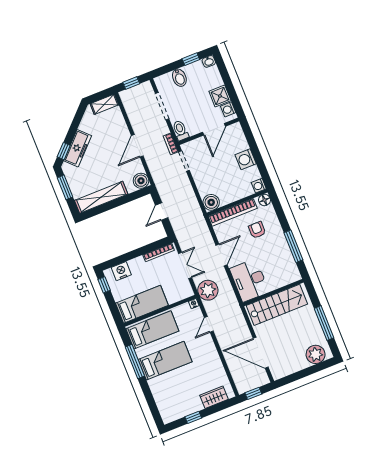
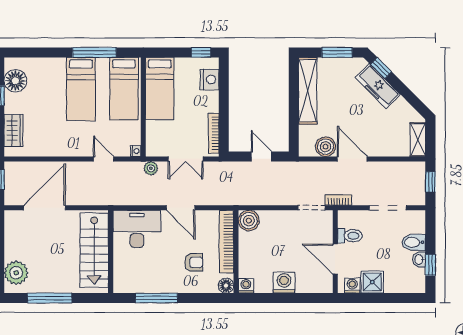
washbasin: (209, 61) -> (419, 260), moved
toilet: (180, 130) -> (350, 236), moved
boiler: (141, 181) -> (326, 147), moved
plant: (208, 290) -> (151, 168), width x0.53, depth x0.53
floor lamp: (178, 410) -> (15, 81), added

